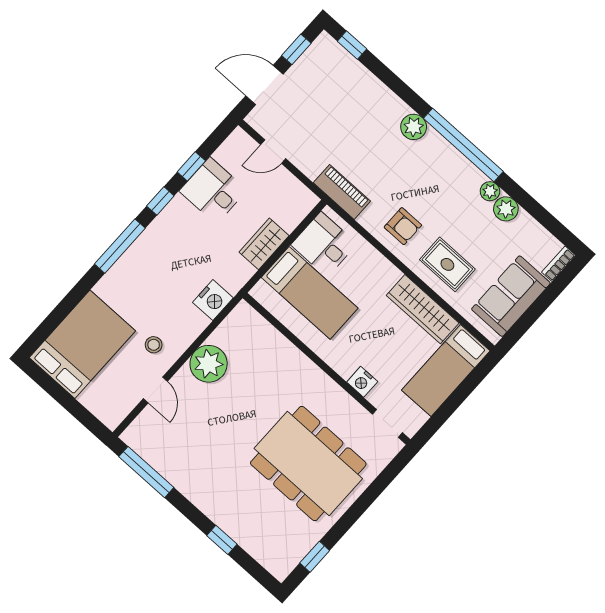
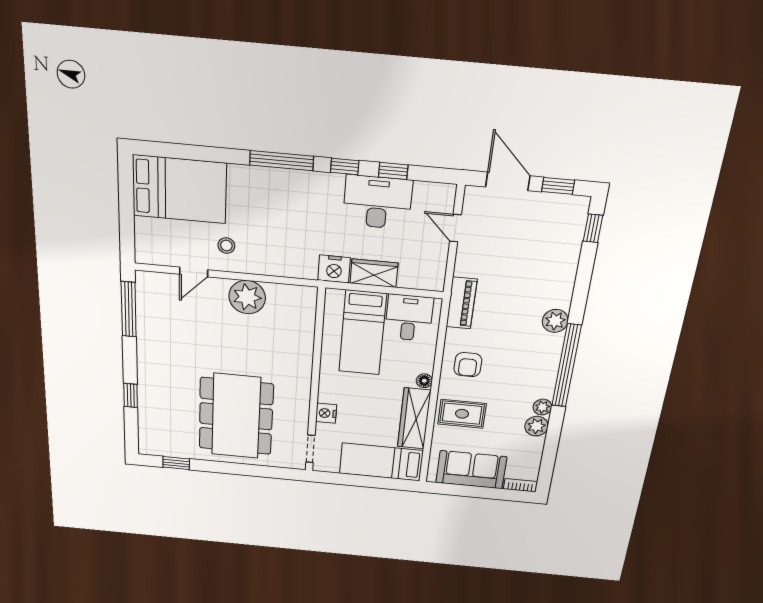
desk: (213, 191) -> (377, 202), width x1.37
rug: (447, 264) -> (462, 414), turned 90
floor lamp: (392, 274) -> (424, 381), added
nightstand: (213, 300) -> (334, 269), moved

